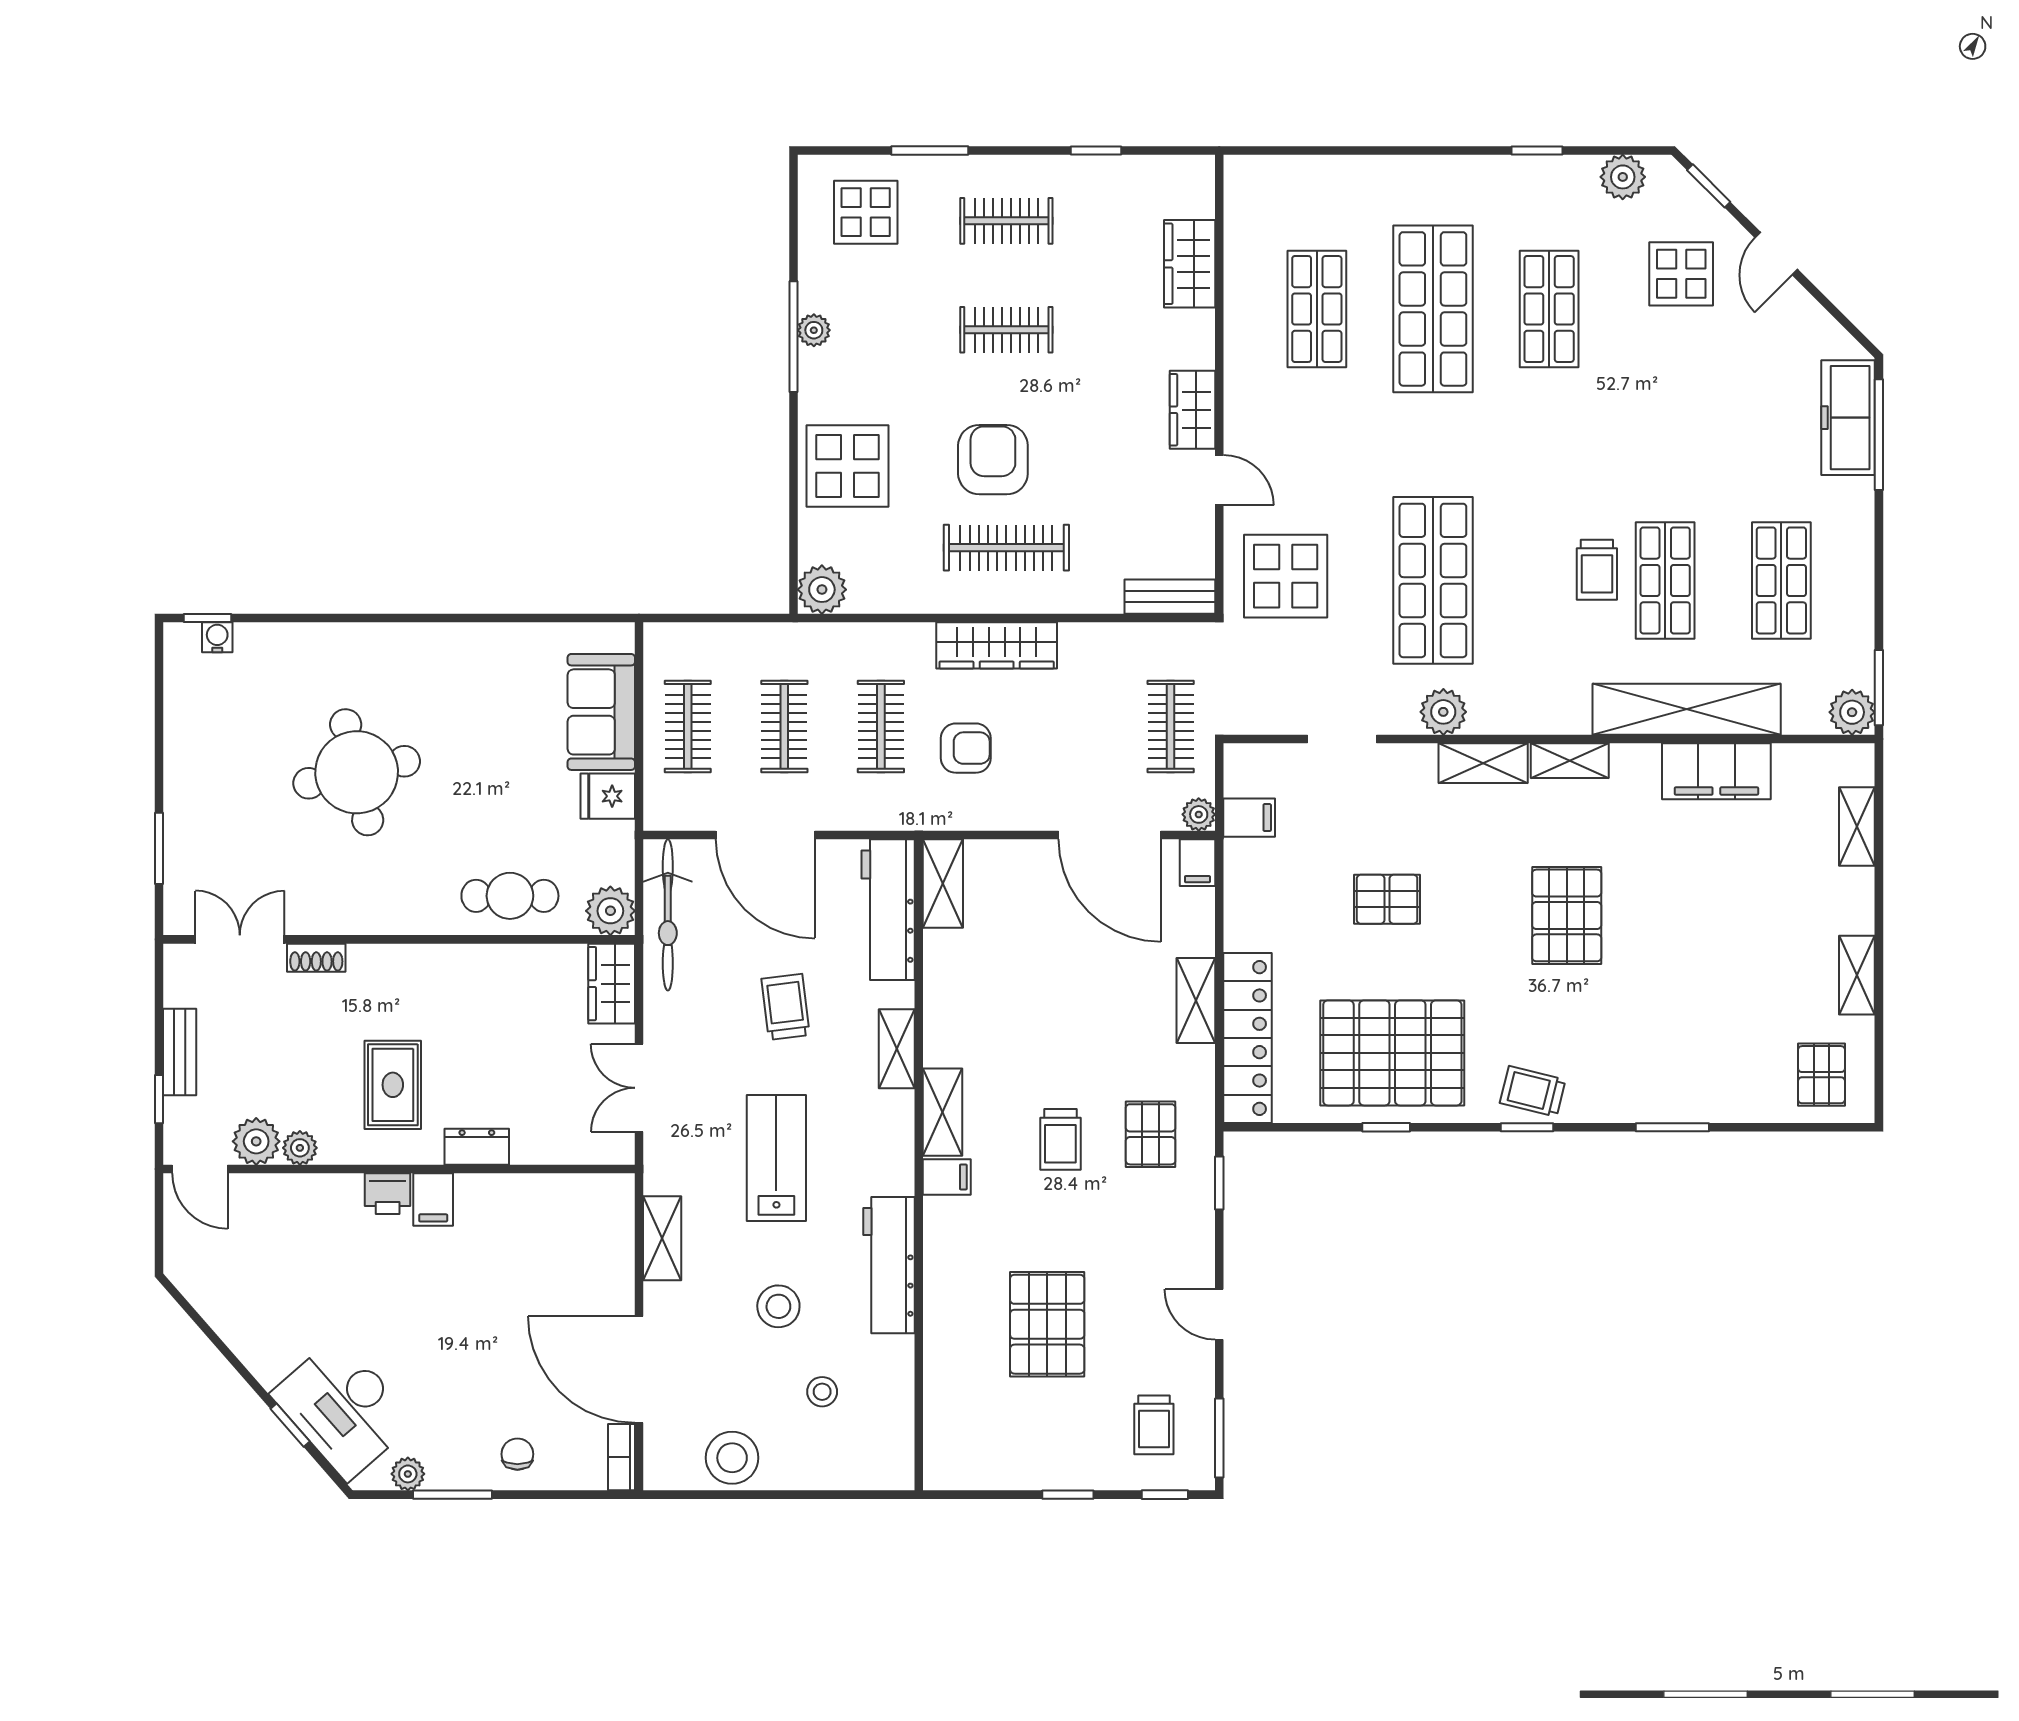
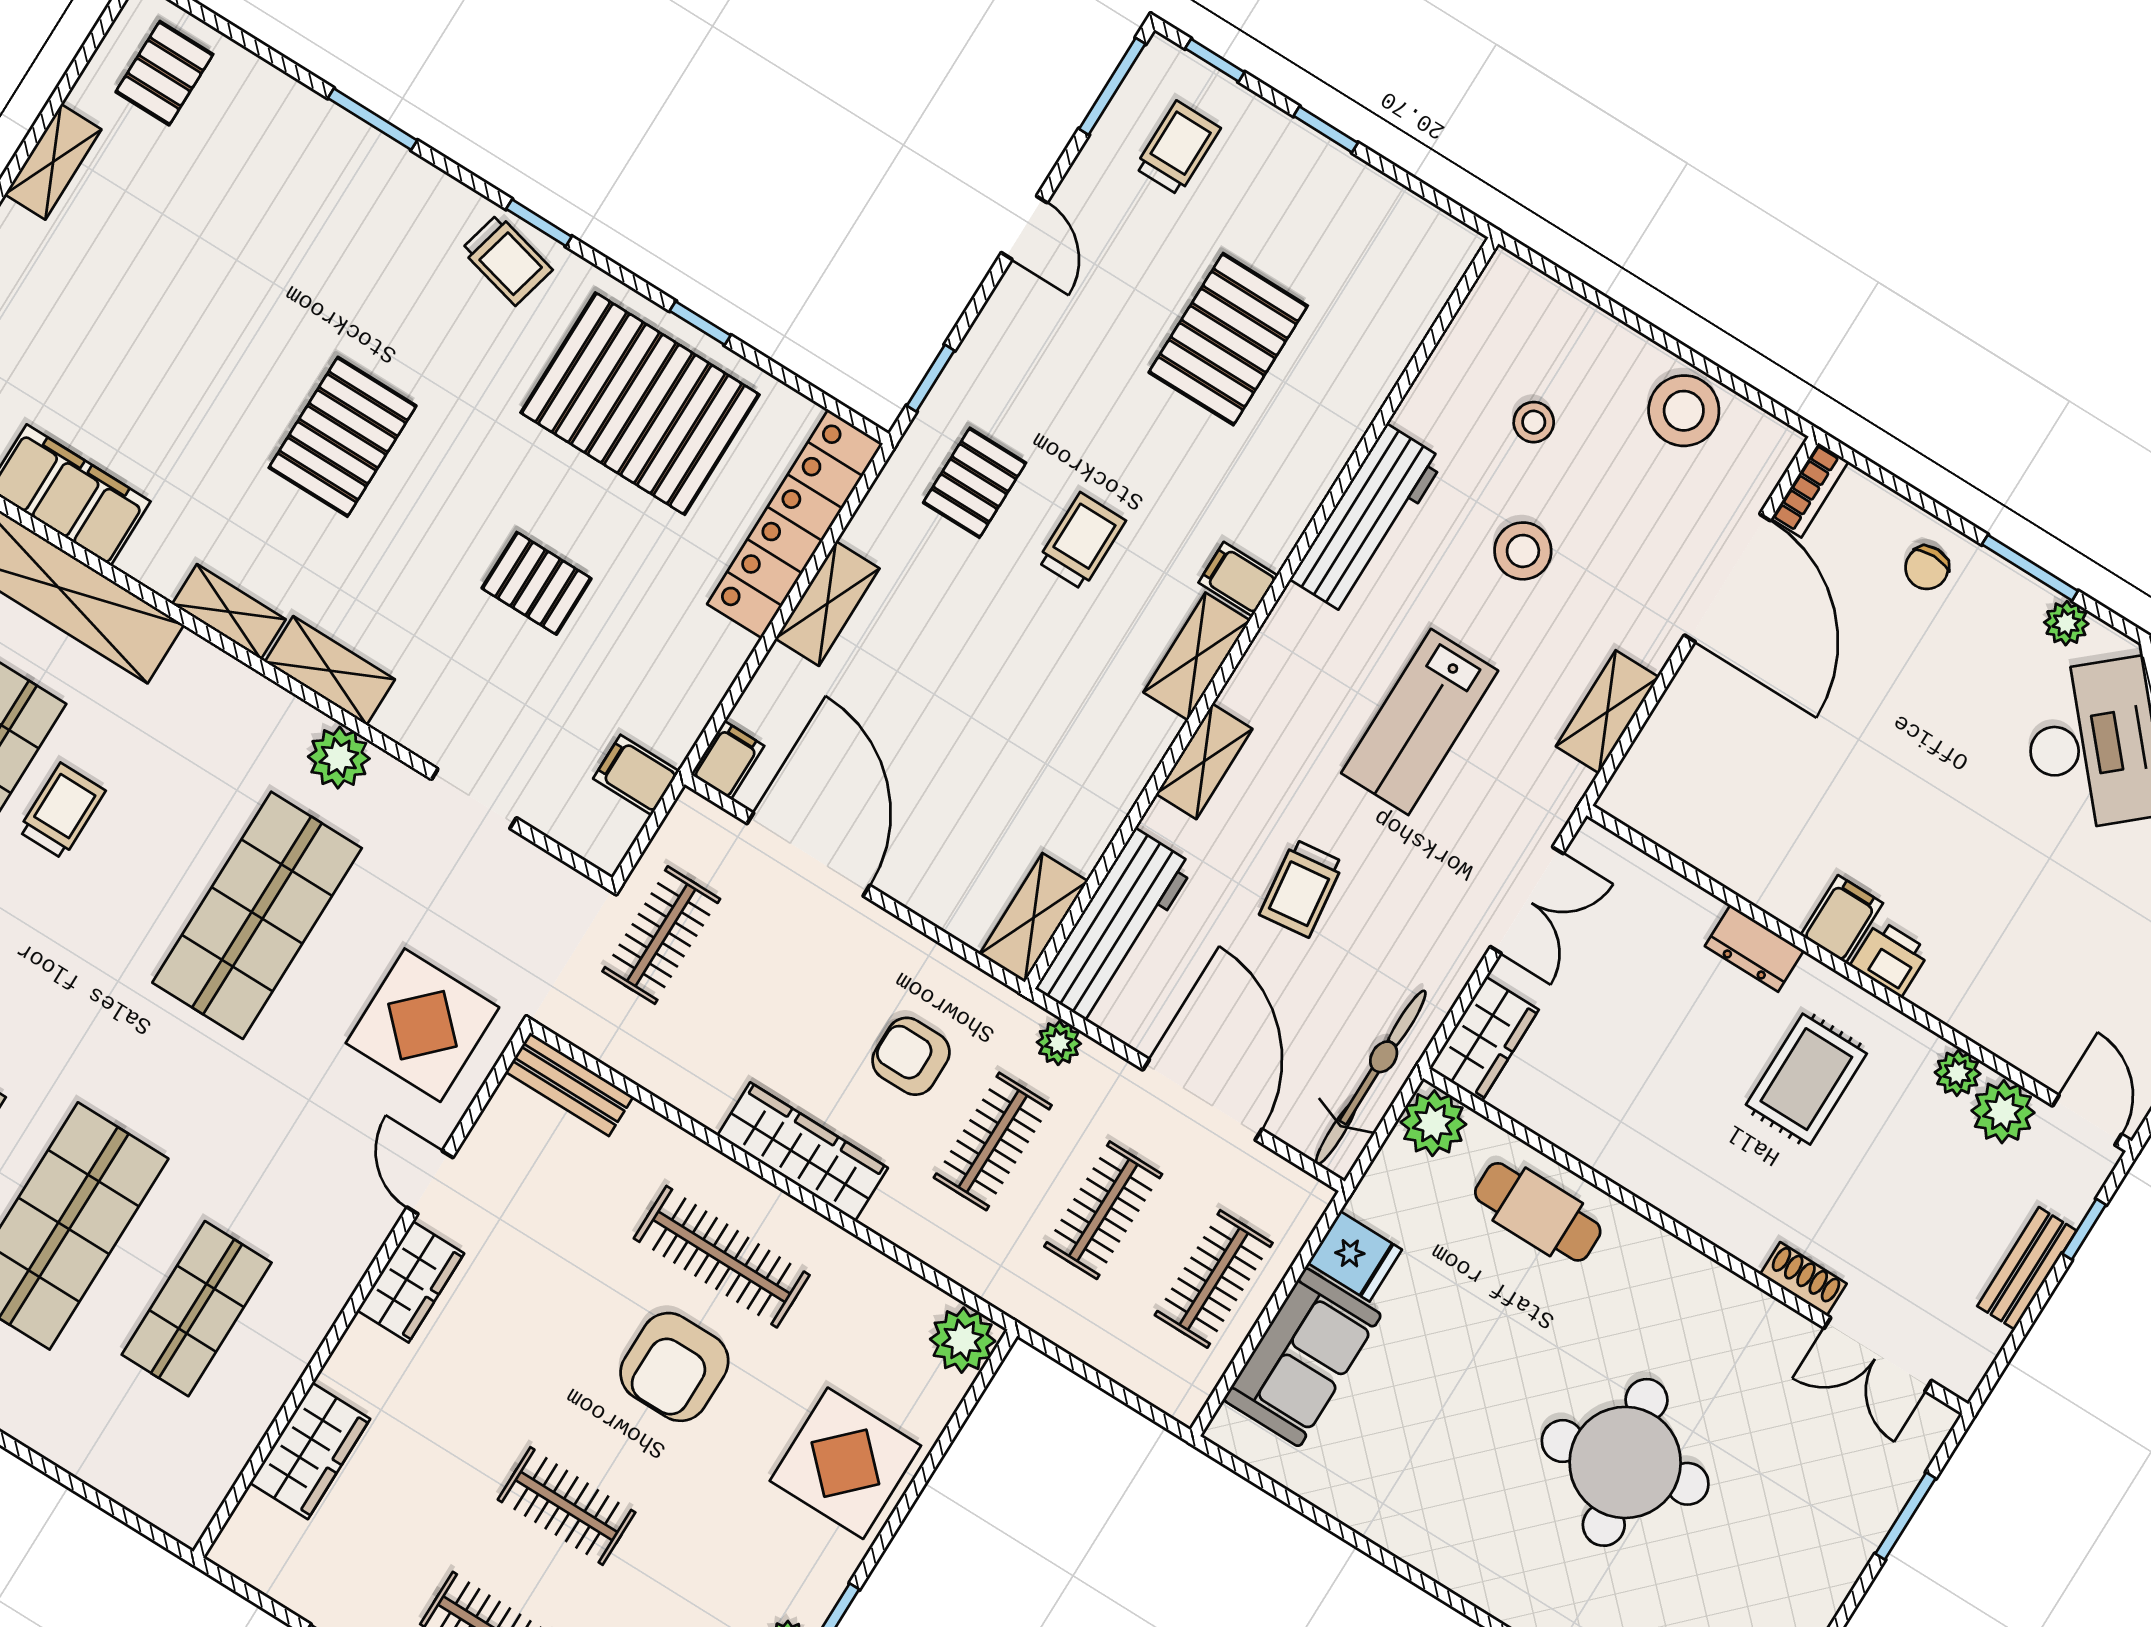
plant: (1199, 814) -> (1059, 1043), moved

